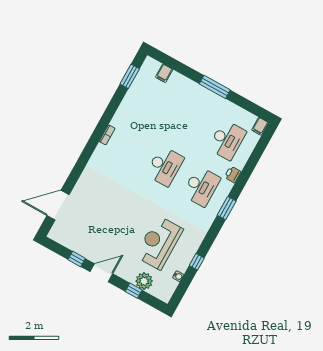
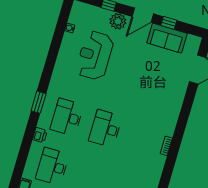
reception desk: (159, 243) -> (95, 55), turned 180
sofa: (82, 244) -> (167, 38), added
window: (197, 262) -> (55, 45), removed
plant: (144, 281) -> (118, 21), moved

